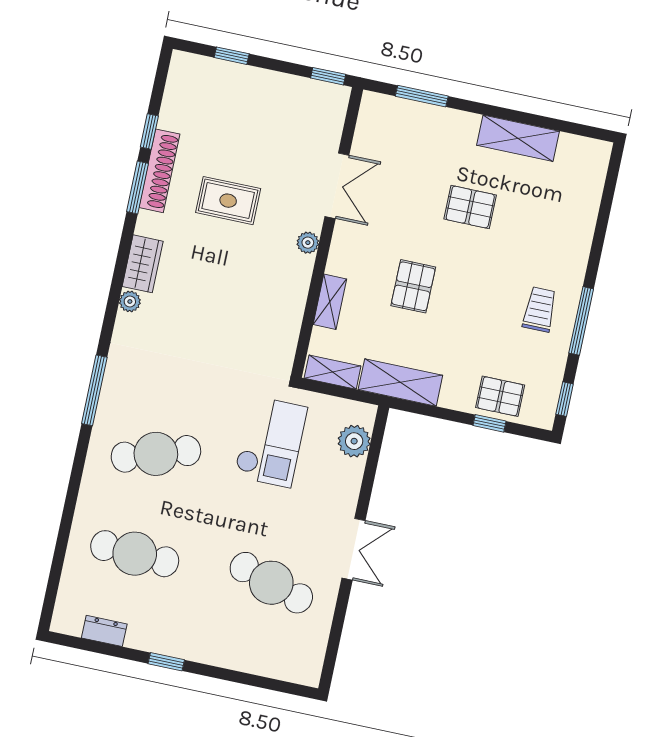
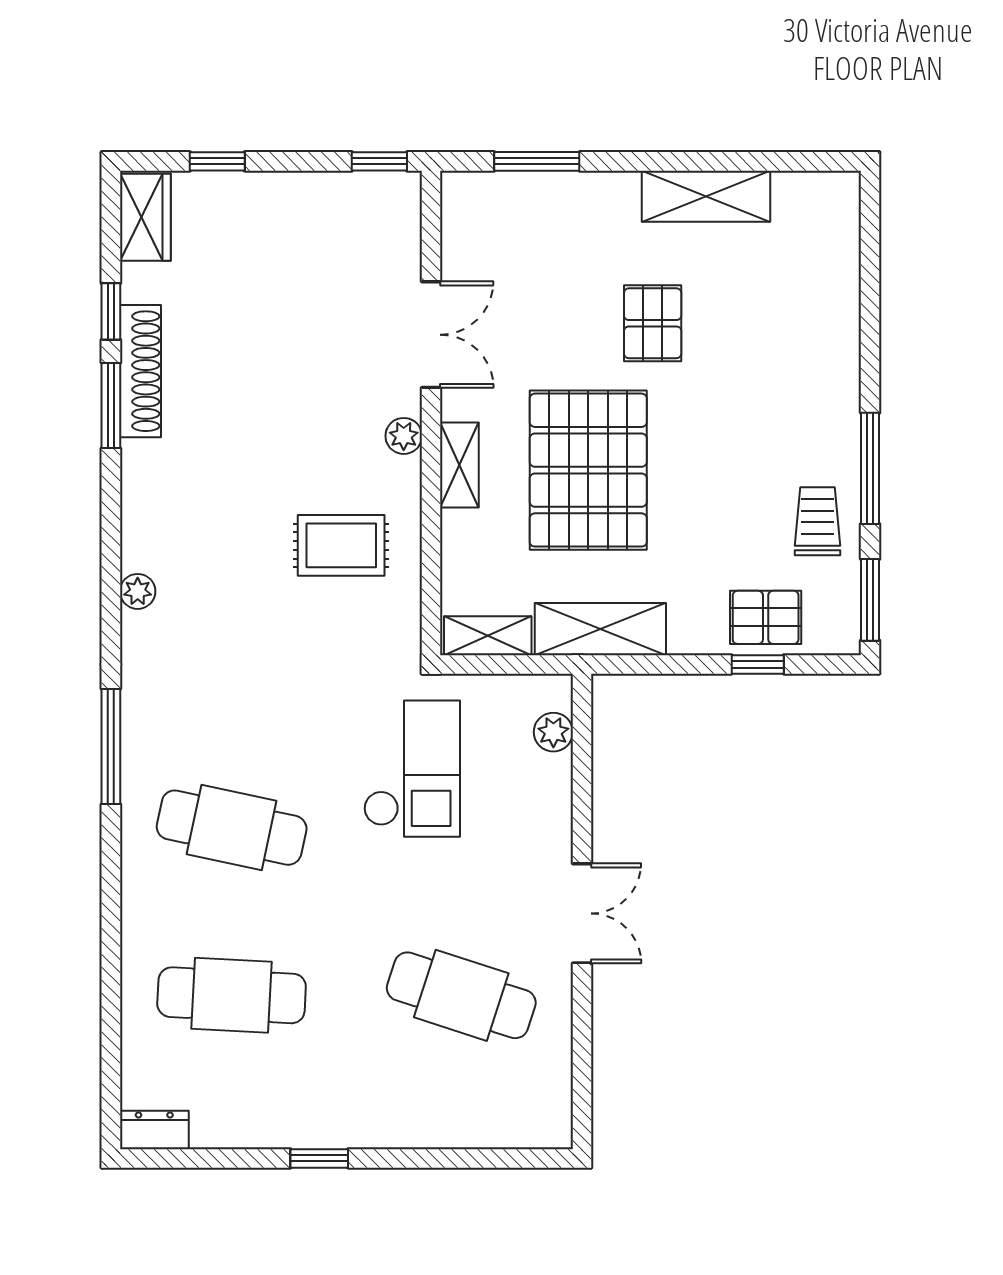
rug: (228, 201) -> (341, 545), moved
pallet: (470, 207) -> (653, 323), turned 90
wardrobe: (143, 264) -> (145, 217), moved
pallet: (413, 286) -> (588, 470), width x2.05, depth x2.00
shelving: (330, 302) -> (459, 465), moved
trolley: (540, 309) -> (818, 521), moved
window: (565, 399) -> (870, 600), width x1.50
plant: (354, 441) -> (553, 732), width x0.73, depth x0.73
cafe table: (156, 454) -> (232, 828), turned 30
dresser: (104, 631) -> (154, 1130), moved

